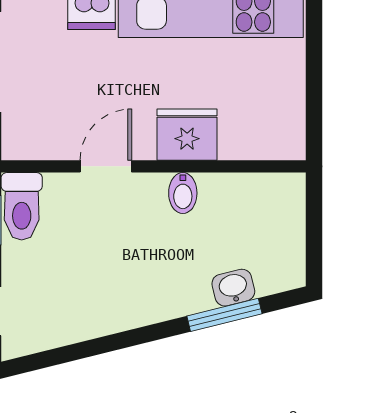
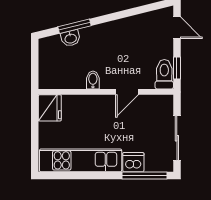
fridge: (187, 135) -> (50, 108), moved, turned -90

